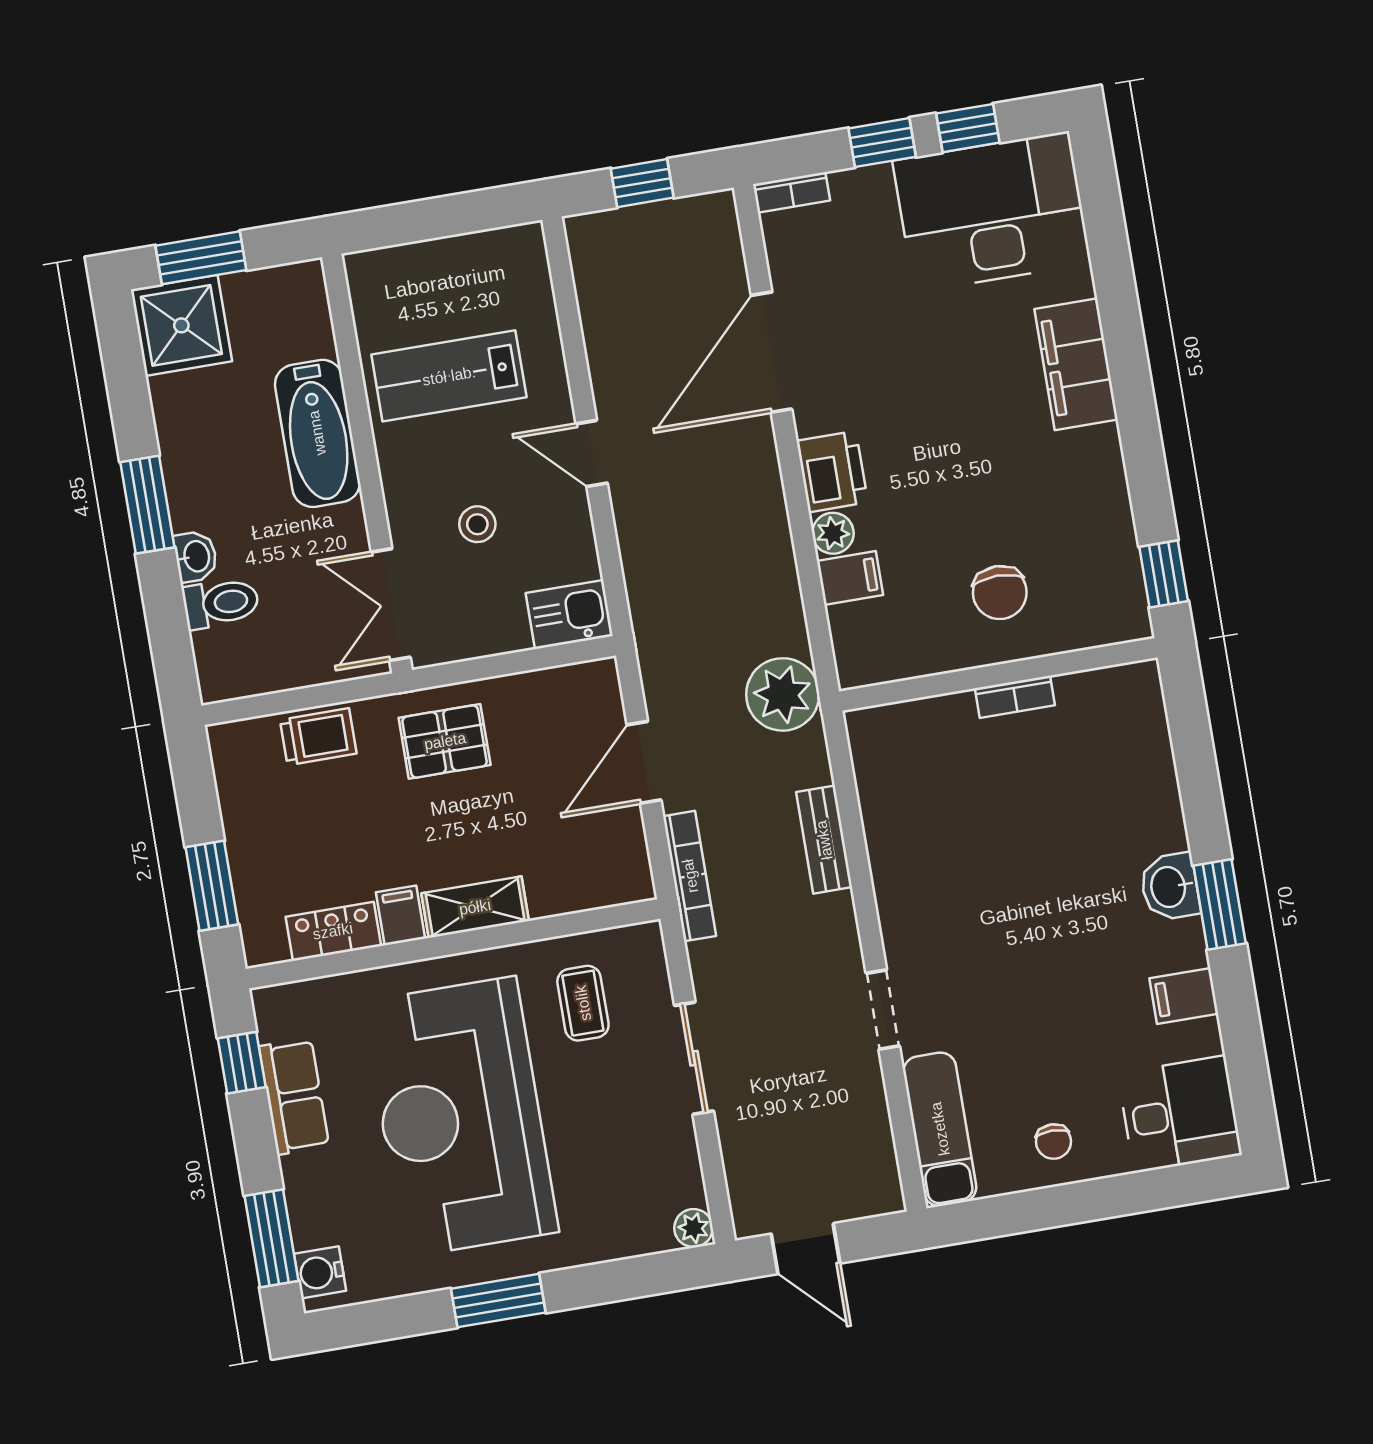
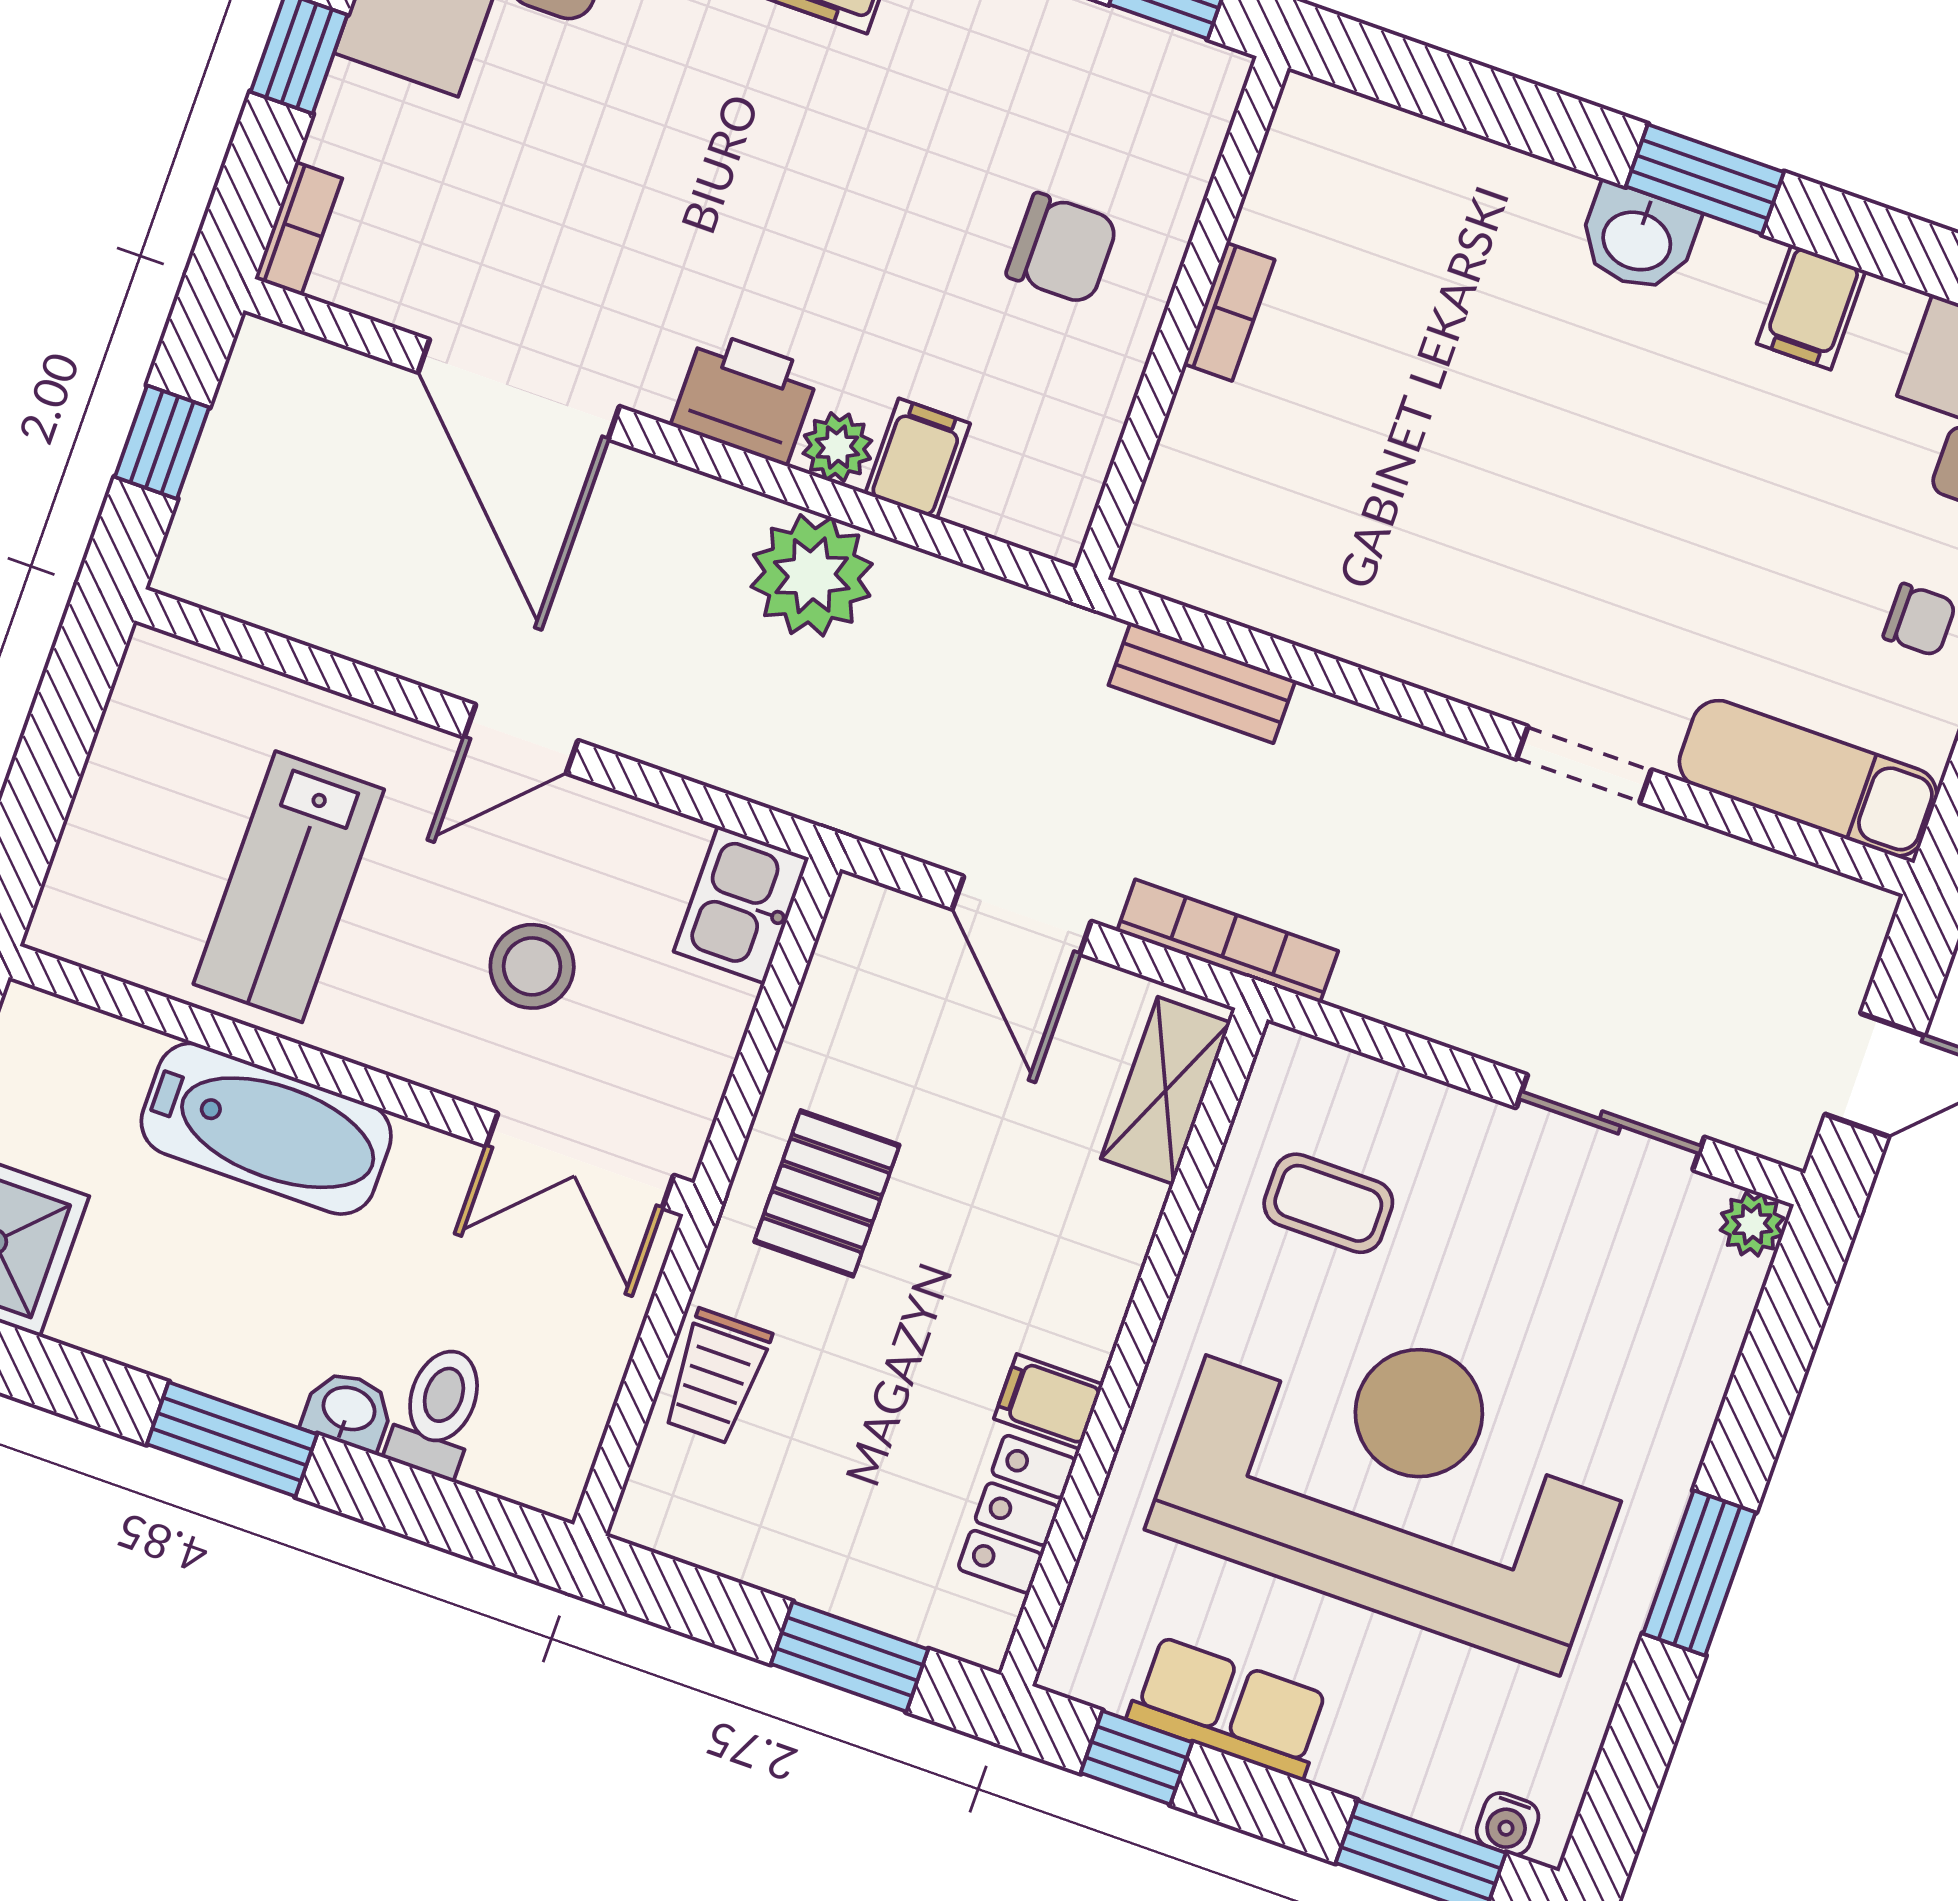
stool: (477, 524) -> (532, 966), width x1.37, depth x1.37
plant: (783, 694) -> (812, 575), moved
trolley: (318, 737) -> (716, 1377), turned 180
bench: (824, 840) -> (1202, 683), moved
shelving: (475, 907) -> (1166, 1090), moved
sliding door: (694, 1058) -> (1610, 1122), moved
reception desk: (461, 1117) -> (1396, 1478), turned 180
water cooler: (320, 1272) -> (1508, 1824), width x0.72, depth x0.72

